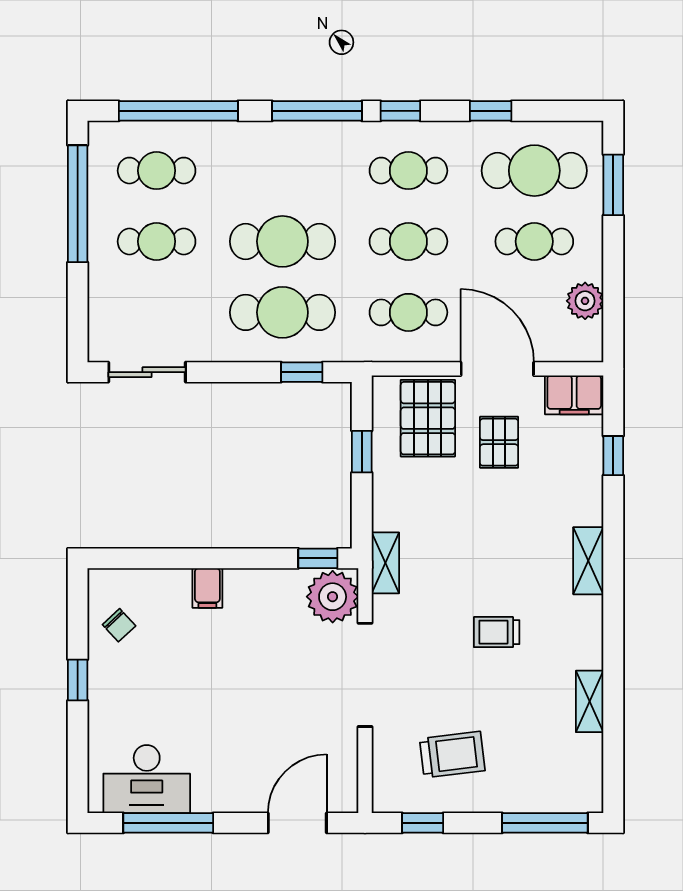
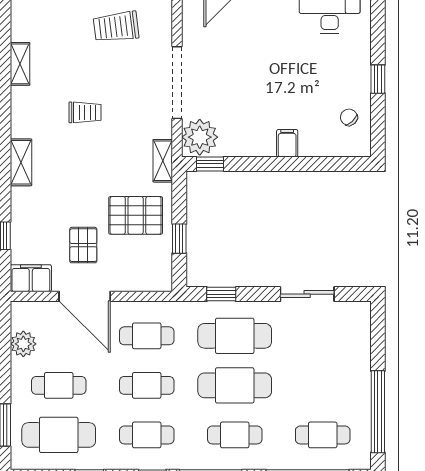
cafe table: (157, 241) -> (235, 435), moved
sliding door: (147, 372) -> (307, 294), moved
pallet: (428, 418) -> (136, 215), moved, turned 90

